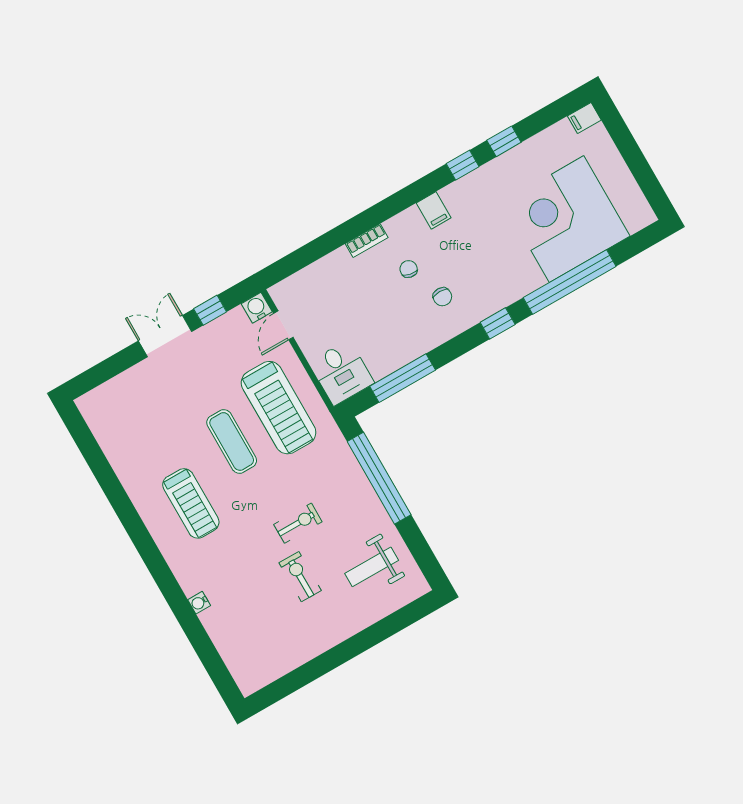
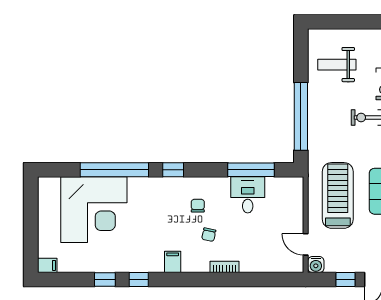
door: (283, 325) -> (306, 244), swing flipped
desk: (341, 373) -> (248, 195), moved
weight bench: (372, 567) -> (337, 65), turned 180

